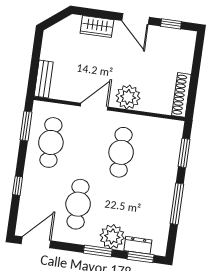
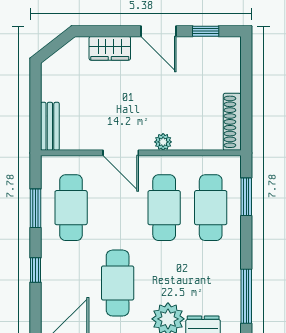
plant: (128, 97) -> (163, 142), width x0.53, depth x0.53
door: (94, 107) -> (121, 153), swing flipped
window: (26, 126) -> (36, 208), moved
cafe table: (156, 157) -> (211, 208), added
window: (177, 204) -> (246, 296), moved

